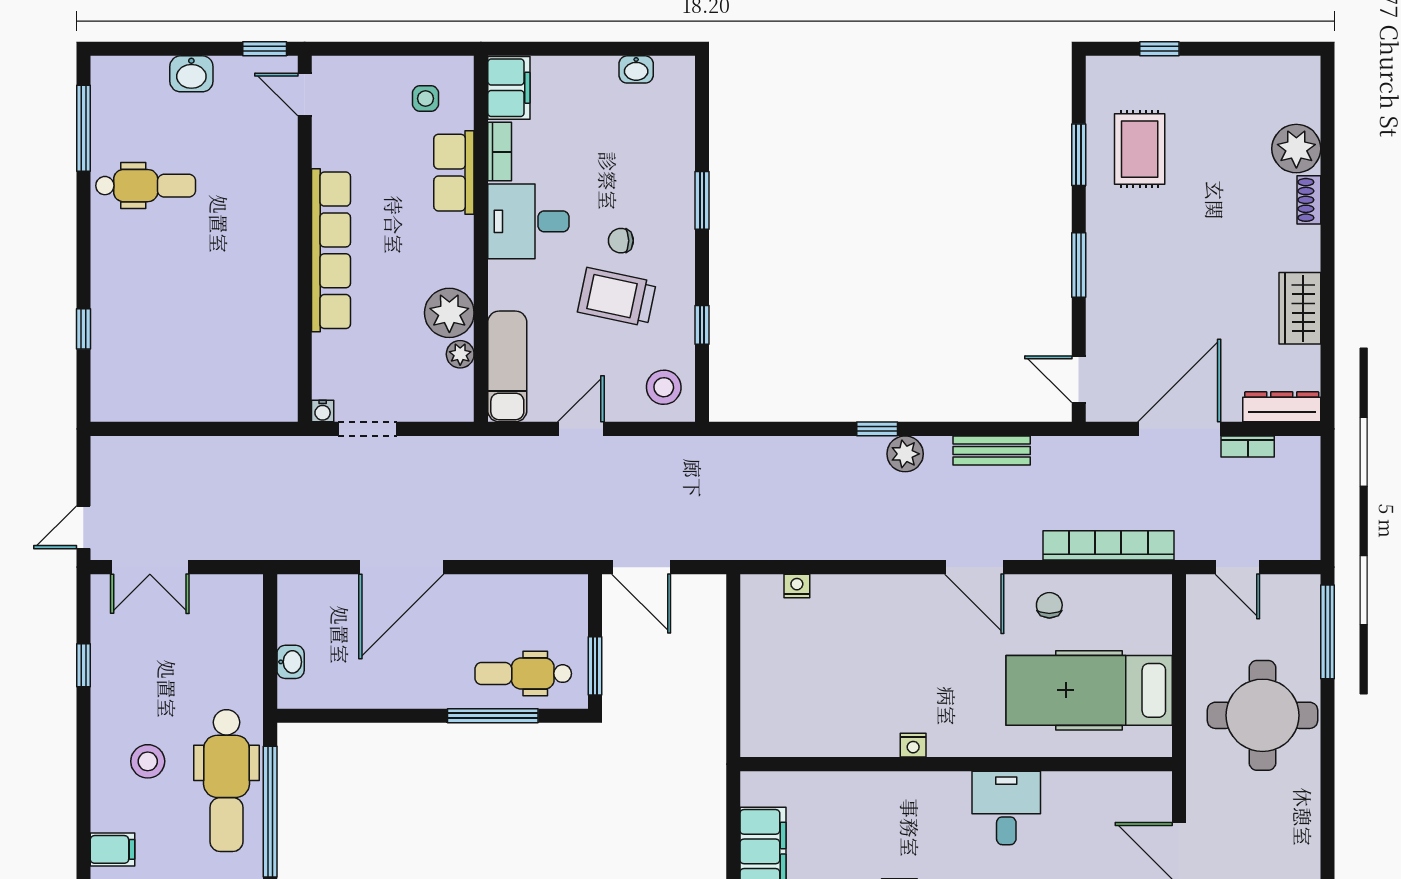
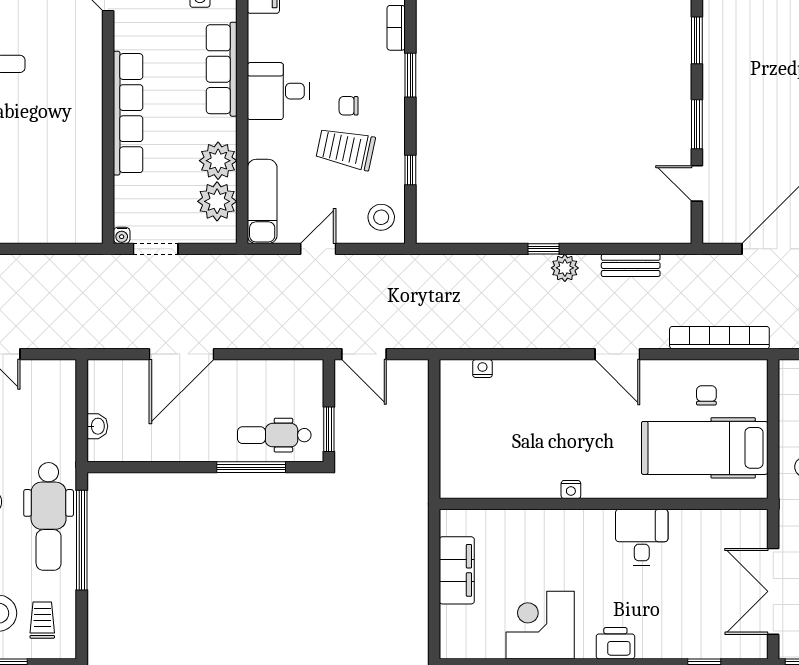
rug: (1140, 149) -> (743, 36), removed
bookcase: (500, 152) -> (396, 28), moved, turned 180
row of seats: (454, 173) -> (222, 69), width x1.48
plant: (460, 354) -> (217, 201), width x1.87, depth x1.87
door: (1079, 379) -> (697, 183), moved
chair: (1049, 605) -> (706, 395), moved

